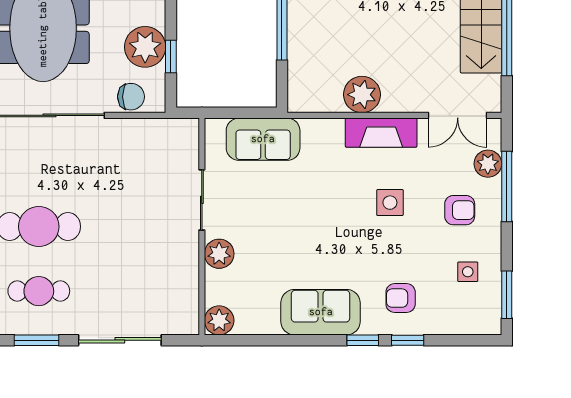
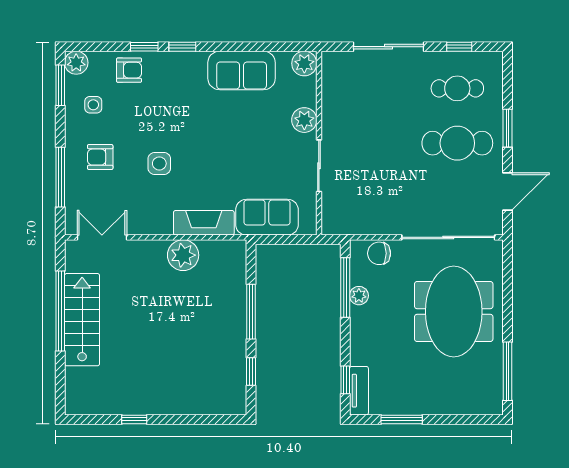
plant: (145, 47) -> (359, 296), width x0.53, depth x0.53
window: (171, 56) -> (345, 287), width x2.17
fireplace: (381, 133) -> (204, 223), moved
plant: (488, 164) -> (76, 63), moved
armchair: (401, 298) -> (129, 70), moved
sofa: (321, 312) -> (242, 70), moved
window: (37, 340) -> (459, 47), width x0.67

